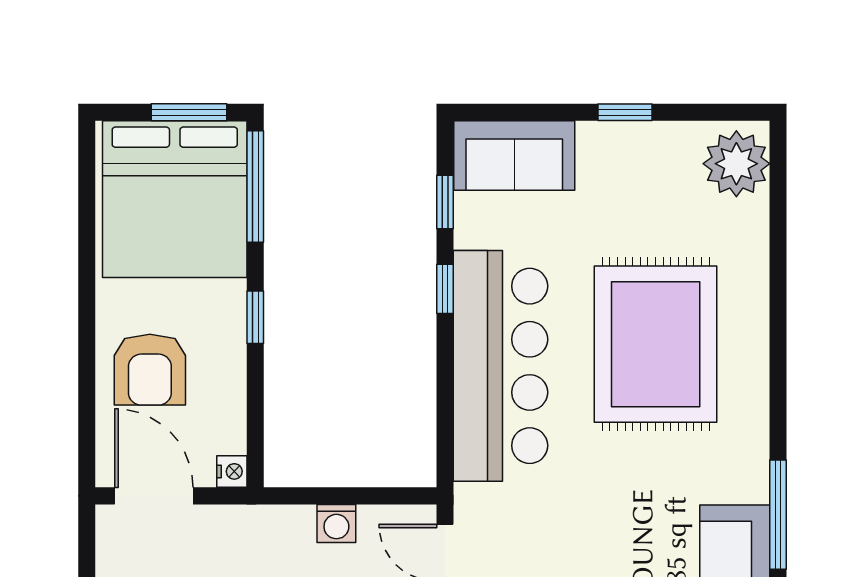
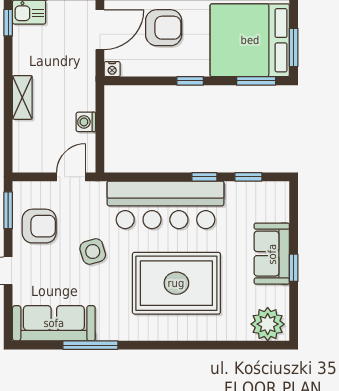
sofa: (514, 156) -> (272, 254), moved
window: (255, 187) -> (256, 81), width x0.69
armchair: (150, 370) -> (164, 28), turned 180
side table: (593, 510) -> (93, 251), added

